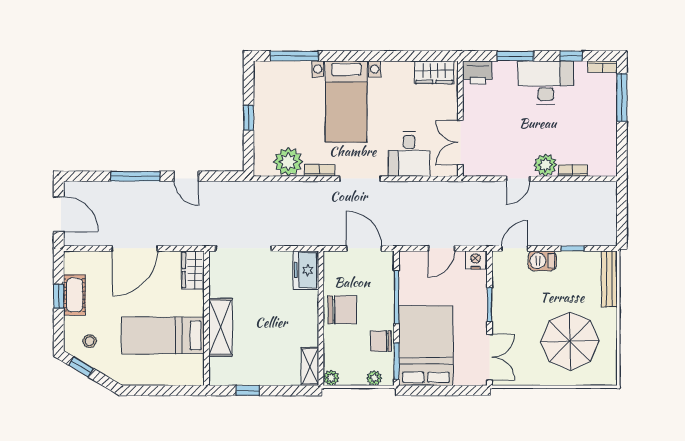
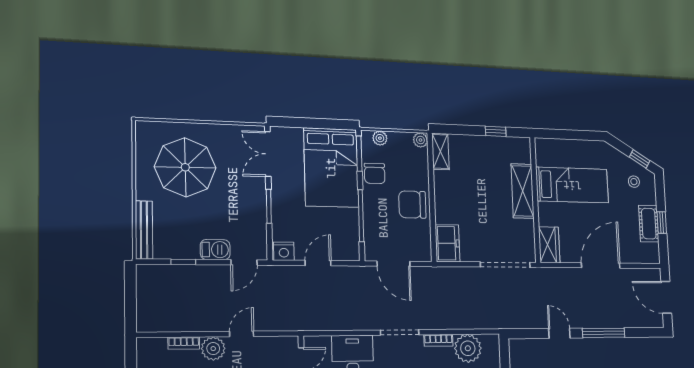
chair: (381, 341) -> (375, 173), turned 90

